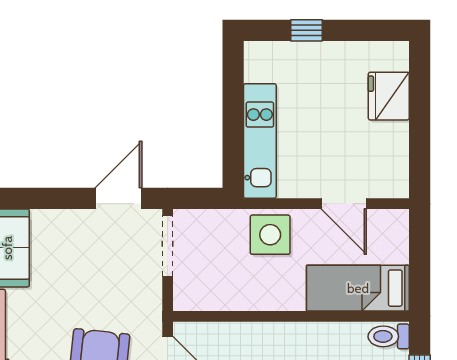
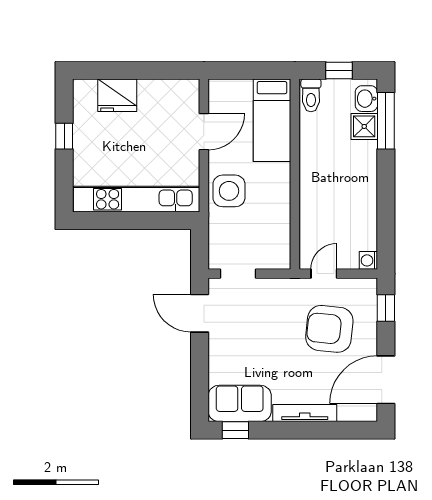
window: (306, 30) -> (64, 136), moved
kitchen unit: (260, 141) -> (137, 199), width x1.36
doorway: (168, 246) -> (238, 274), width x0.73

